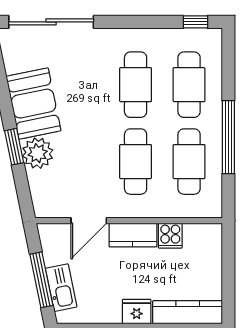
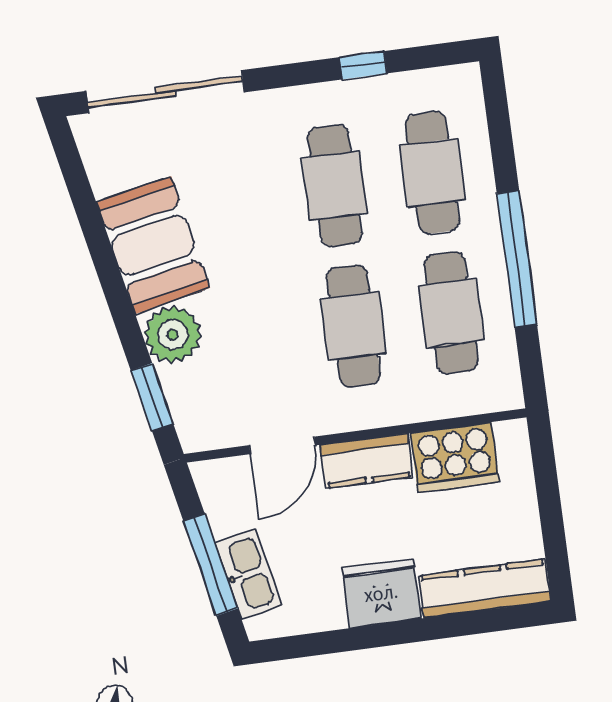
window: (195, 22) -> (363, 65), moved
window: (14, 147) -> (152, 397), moved
cooker: (170, 236) -> (455, 457), width x1.87, depth x1.31
fridge: (137, 312) -> (381, 593), width x1.36, depth x1.34

